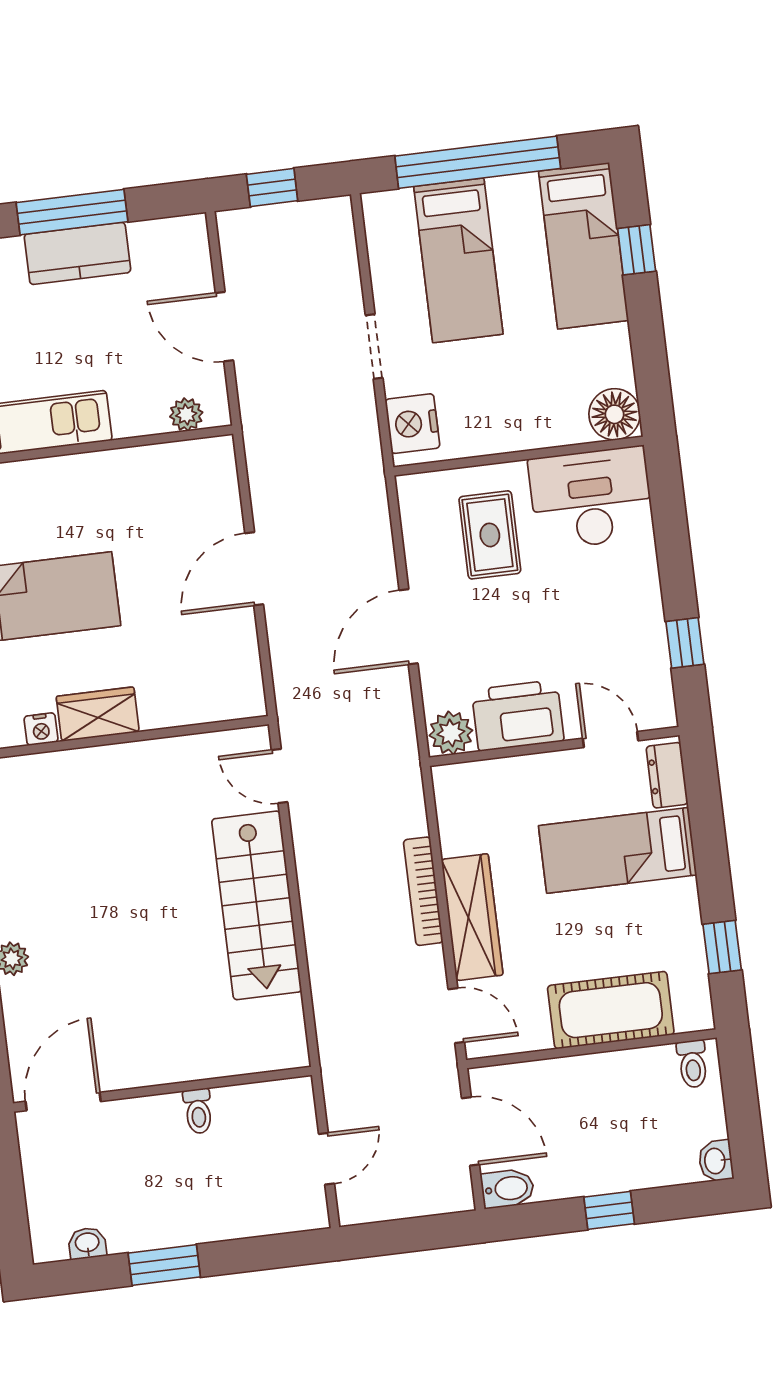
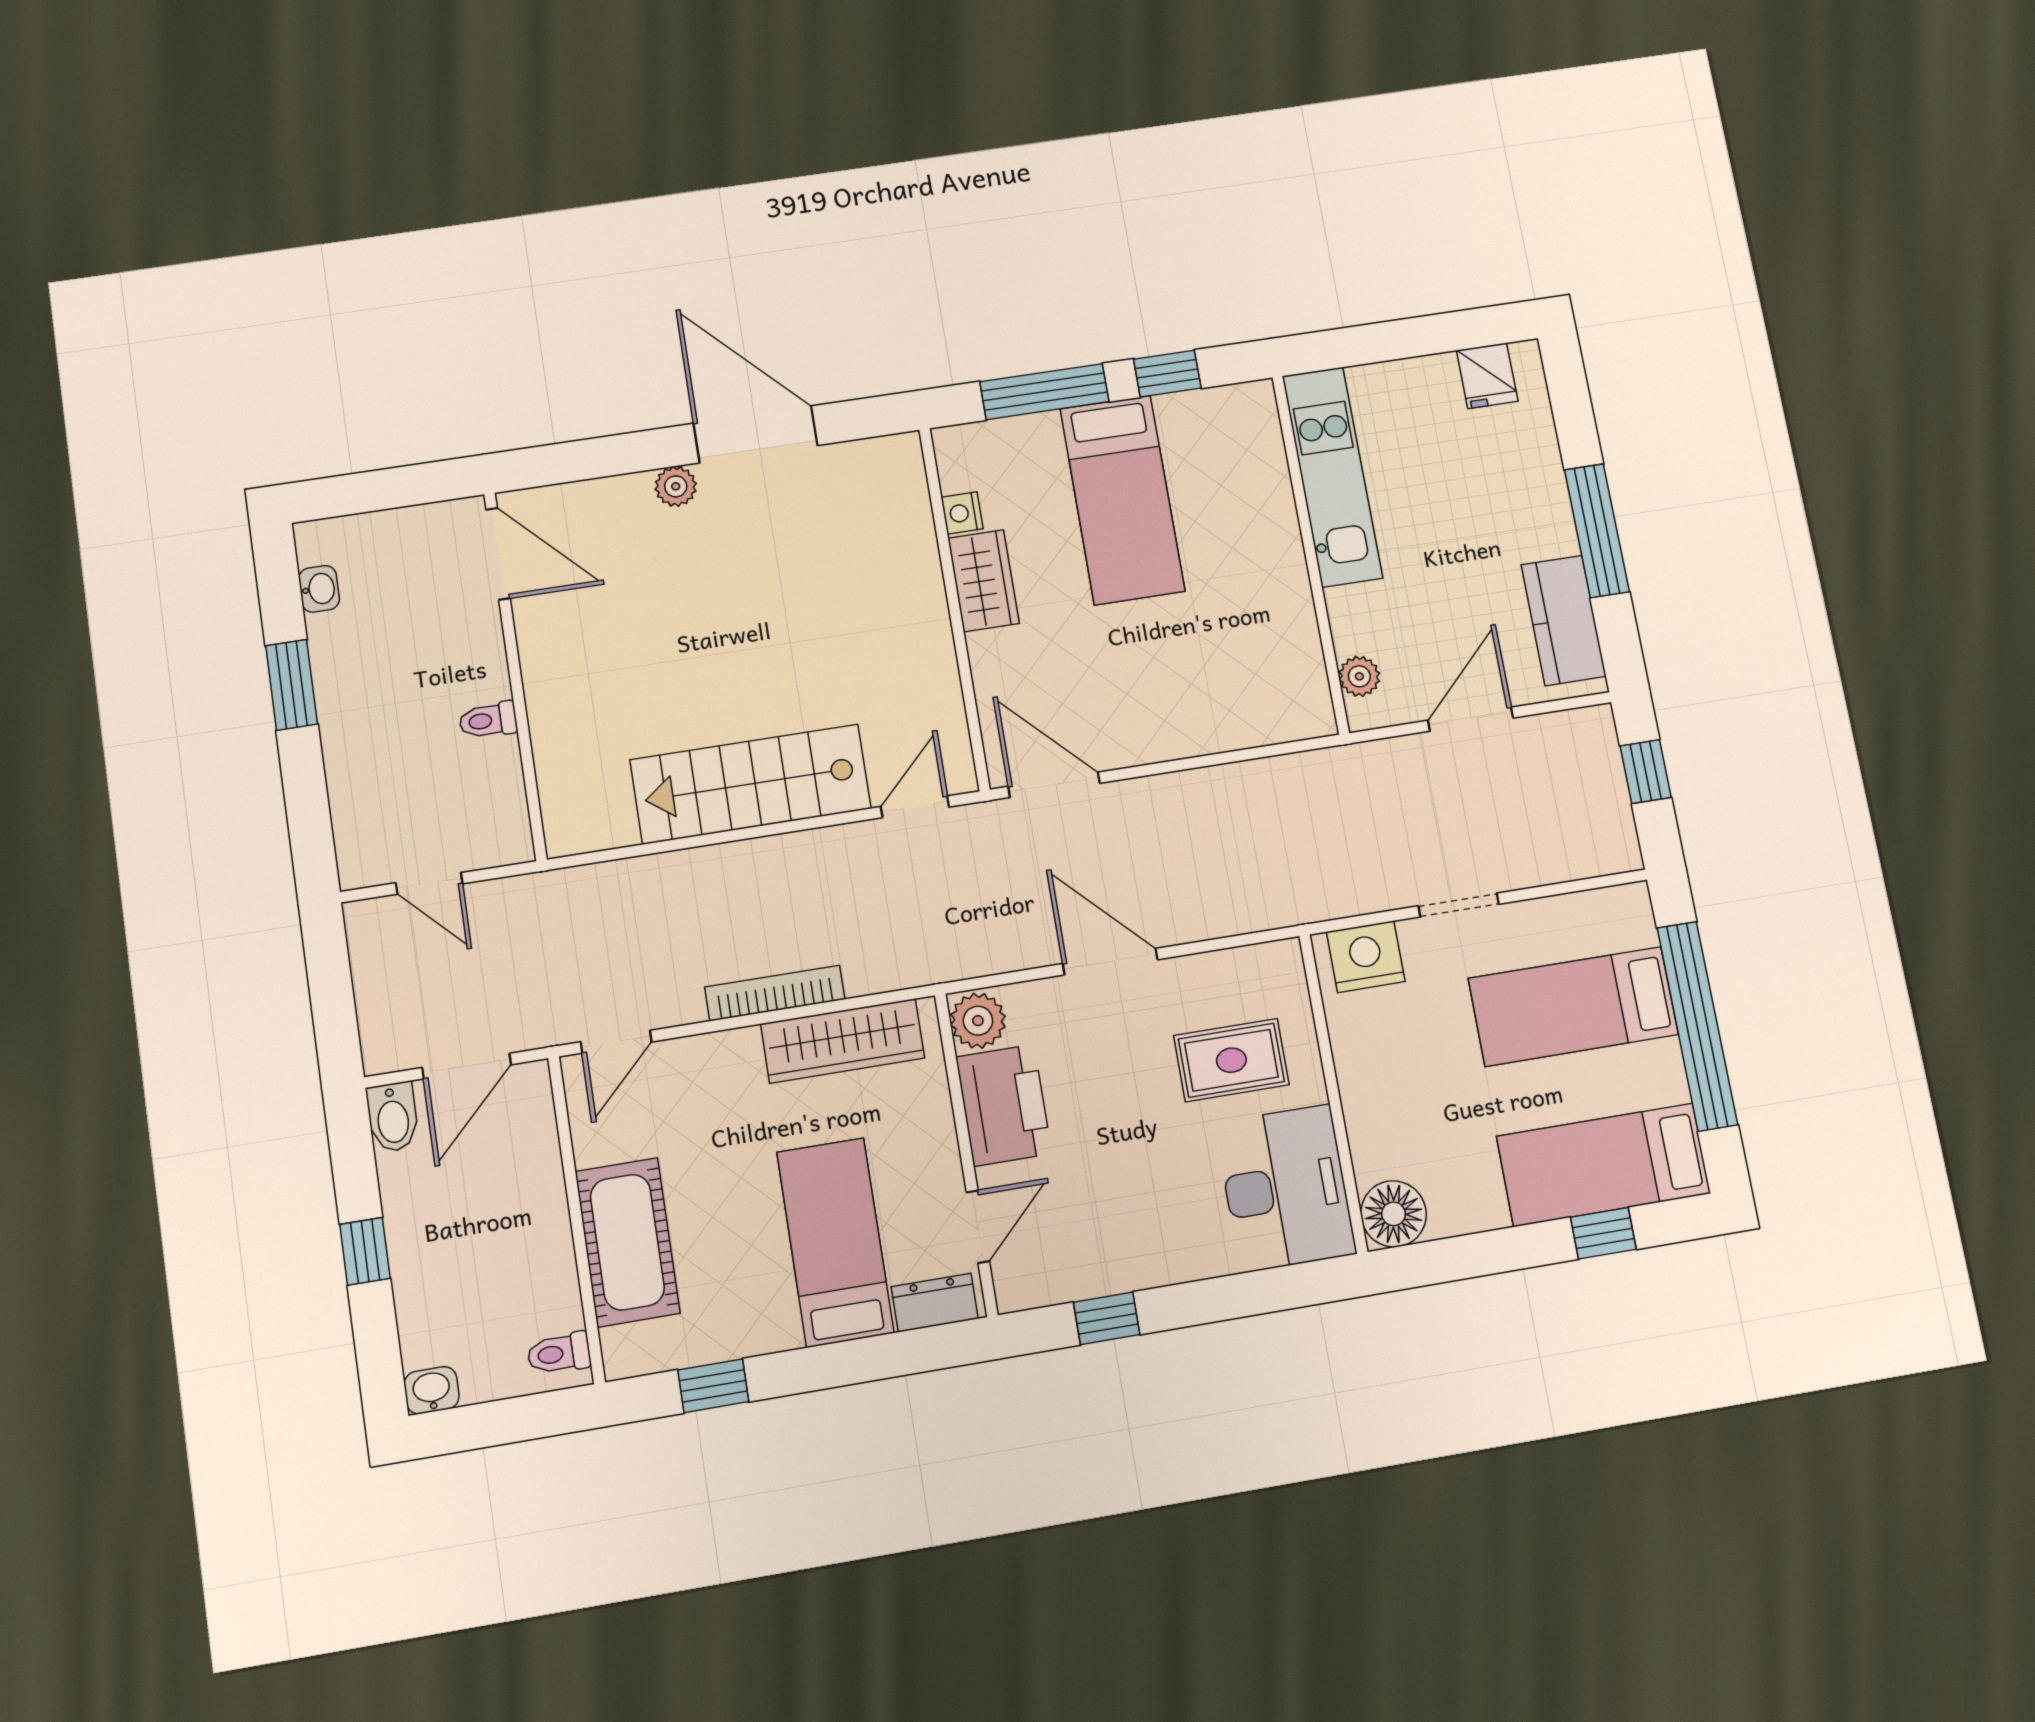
kitchen counter: (77, 253) -> (1564, 620), moved
door: (254, 569) -> (1054, 785), moved
wardrobe: (472, 917) -> (843, 1041), moved

